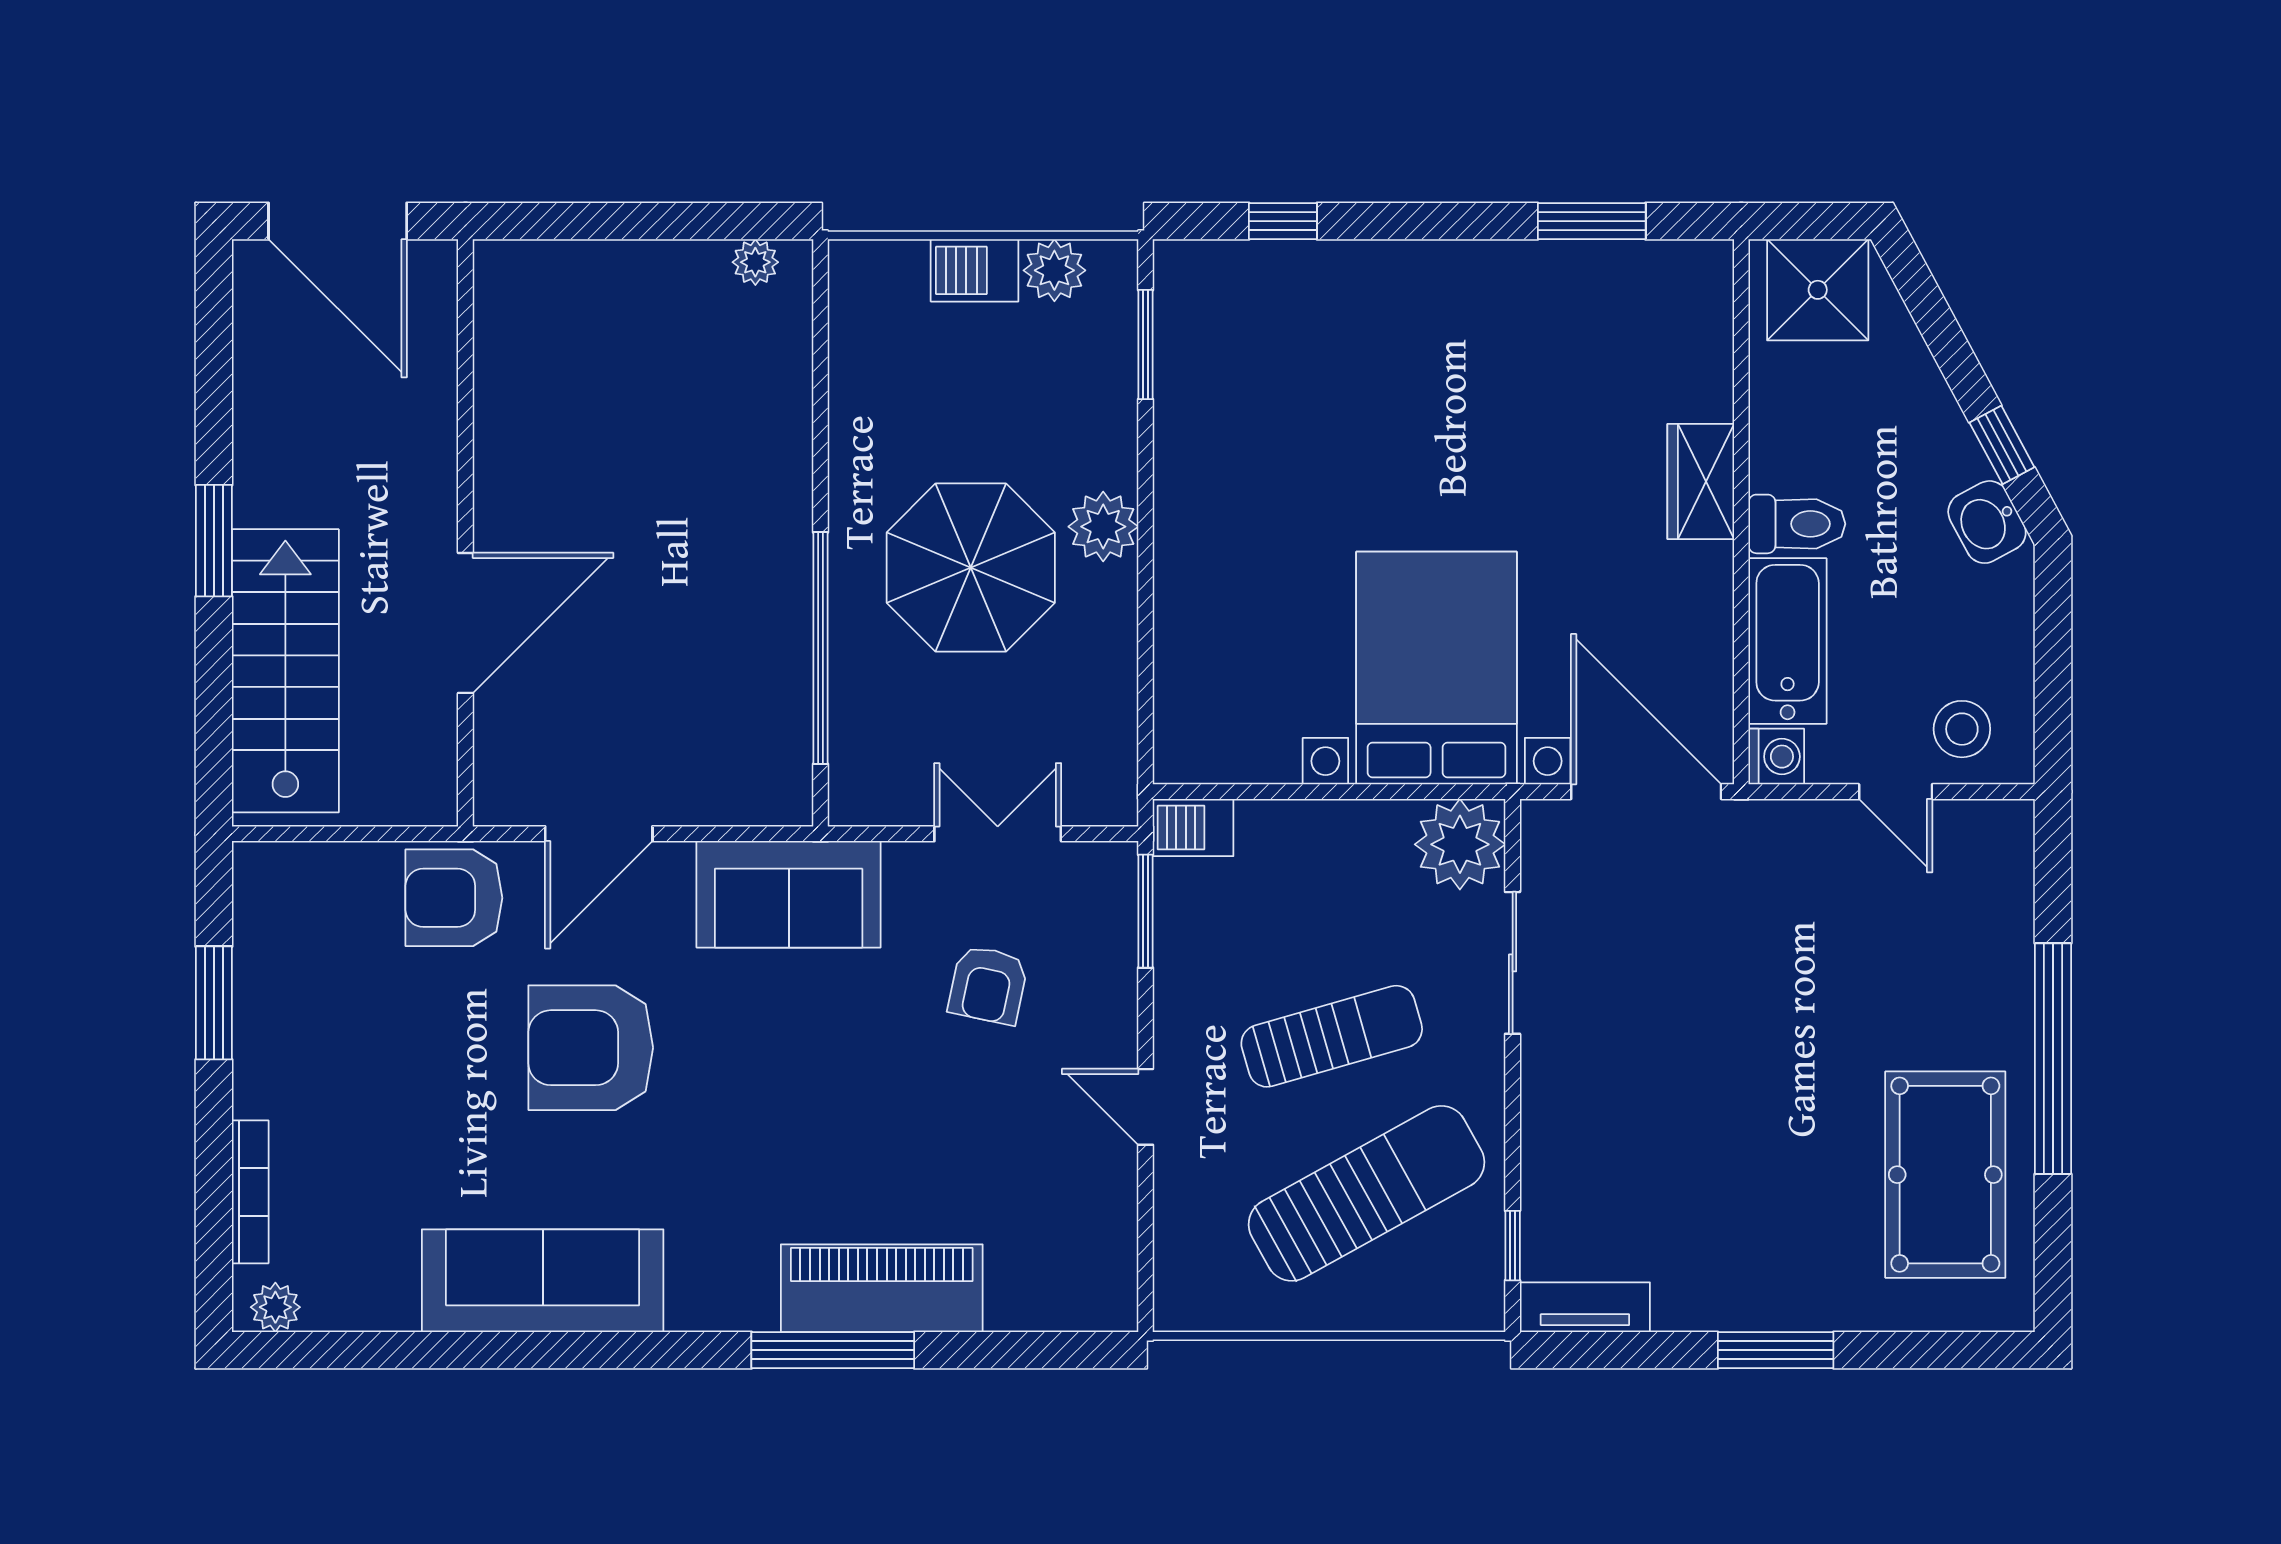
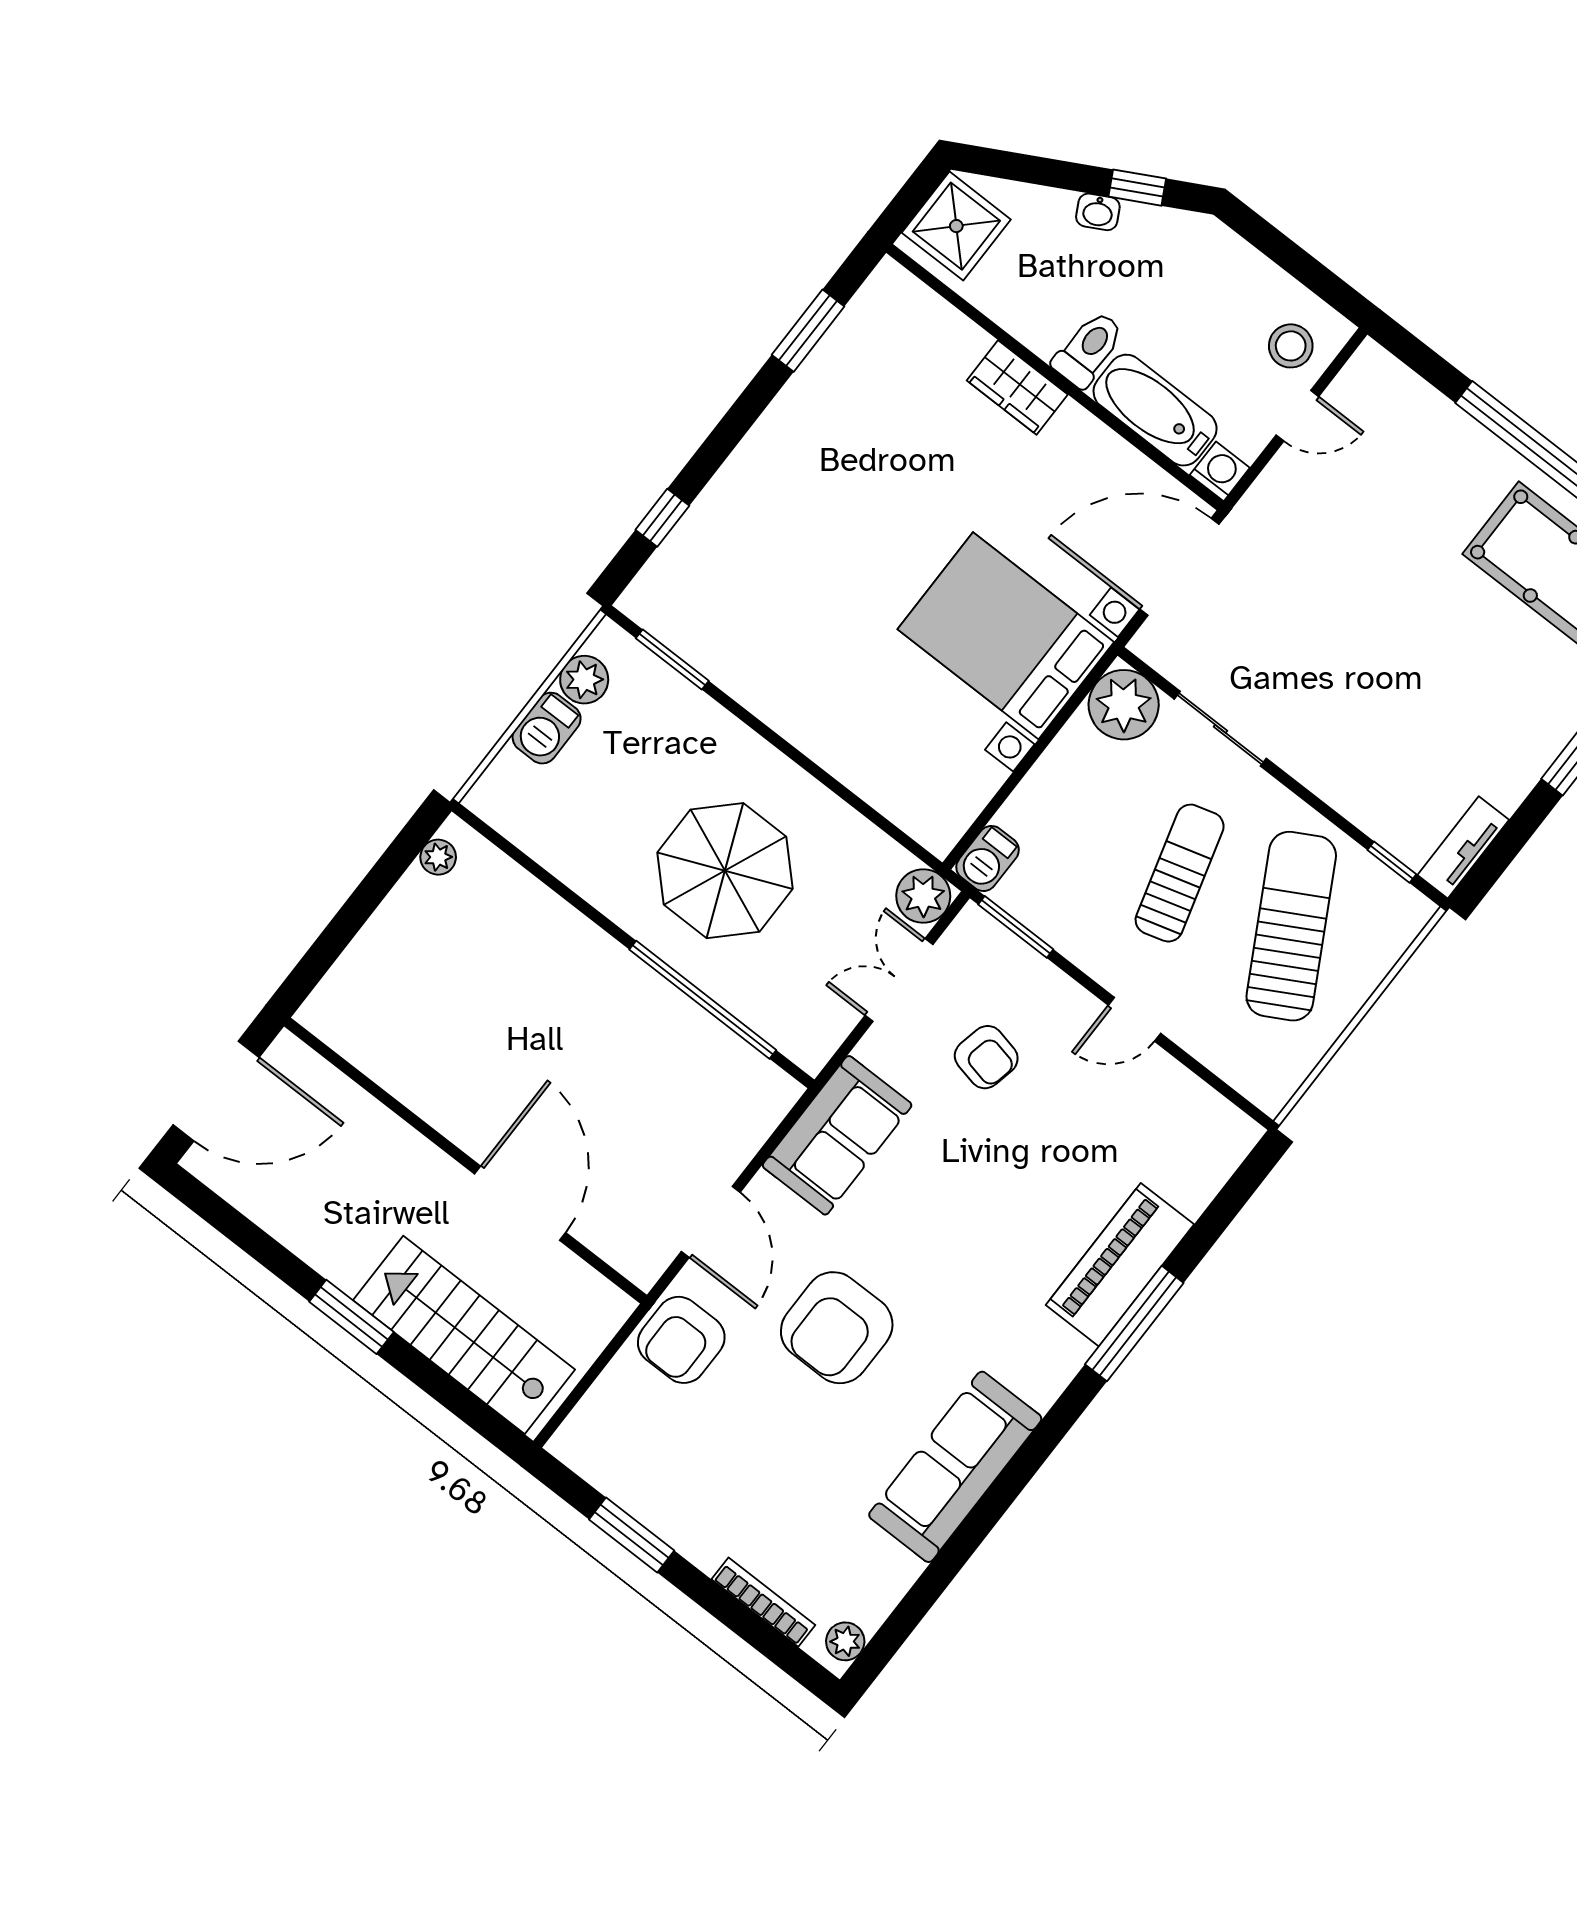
washbasin: (1987, 522) -> (1098, 212), moved, width x0.72, depth x0.69
plant: (1103, 527) -> (923, 896), moved

